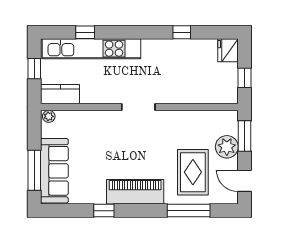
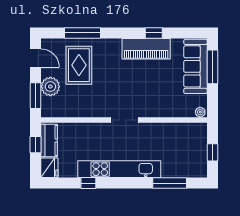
window: (85, 32) -> (170, 183), width x2.17
kitchen unit: (91, 49) -> (119, 169), moved
kitchen counter: (60, 94) -> (49, 141), moved, turned -90
piano: (135, 192) -> (146, 49), moved

